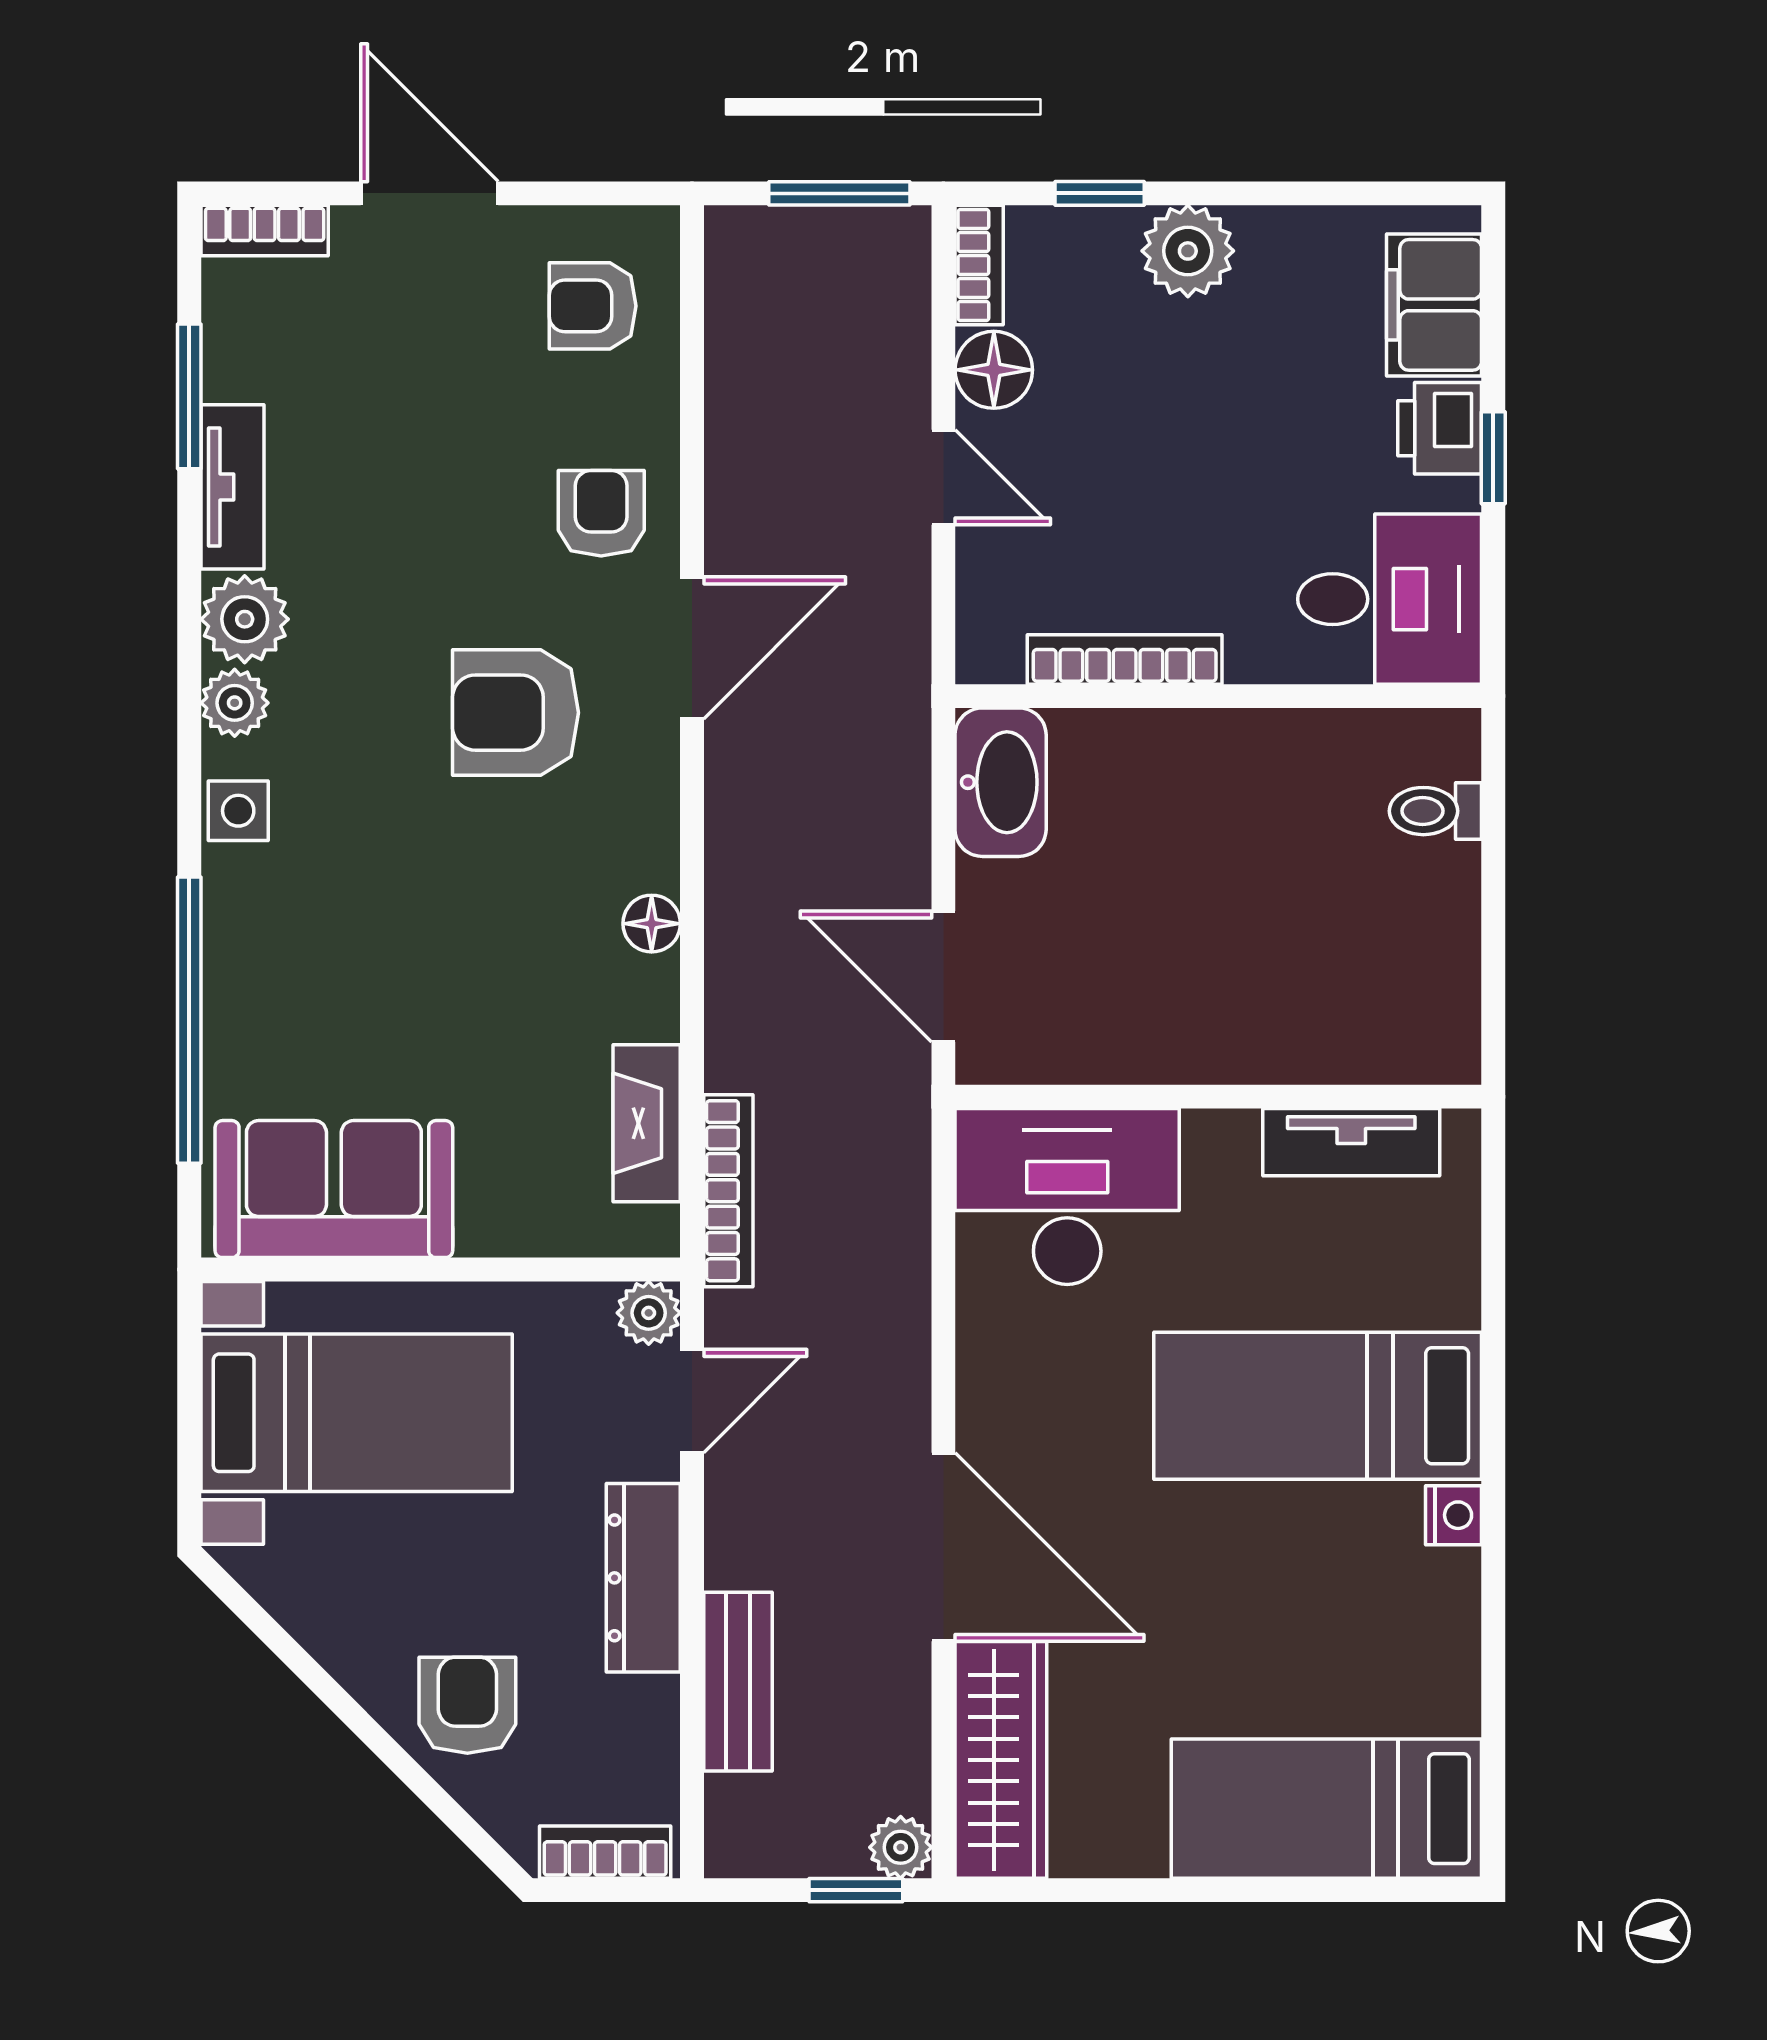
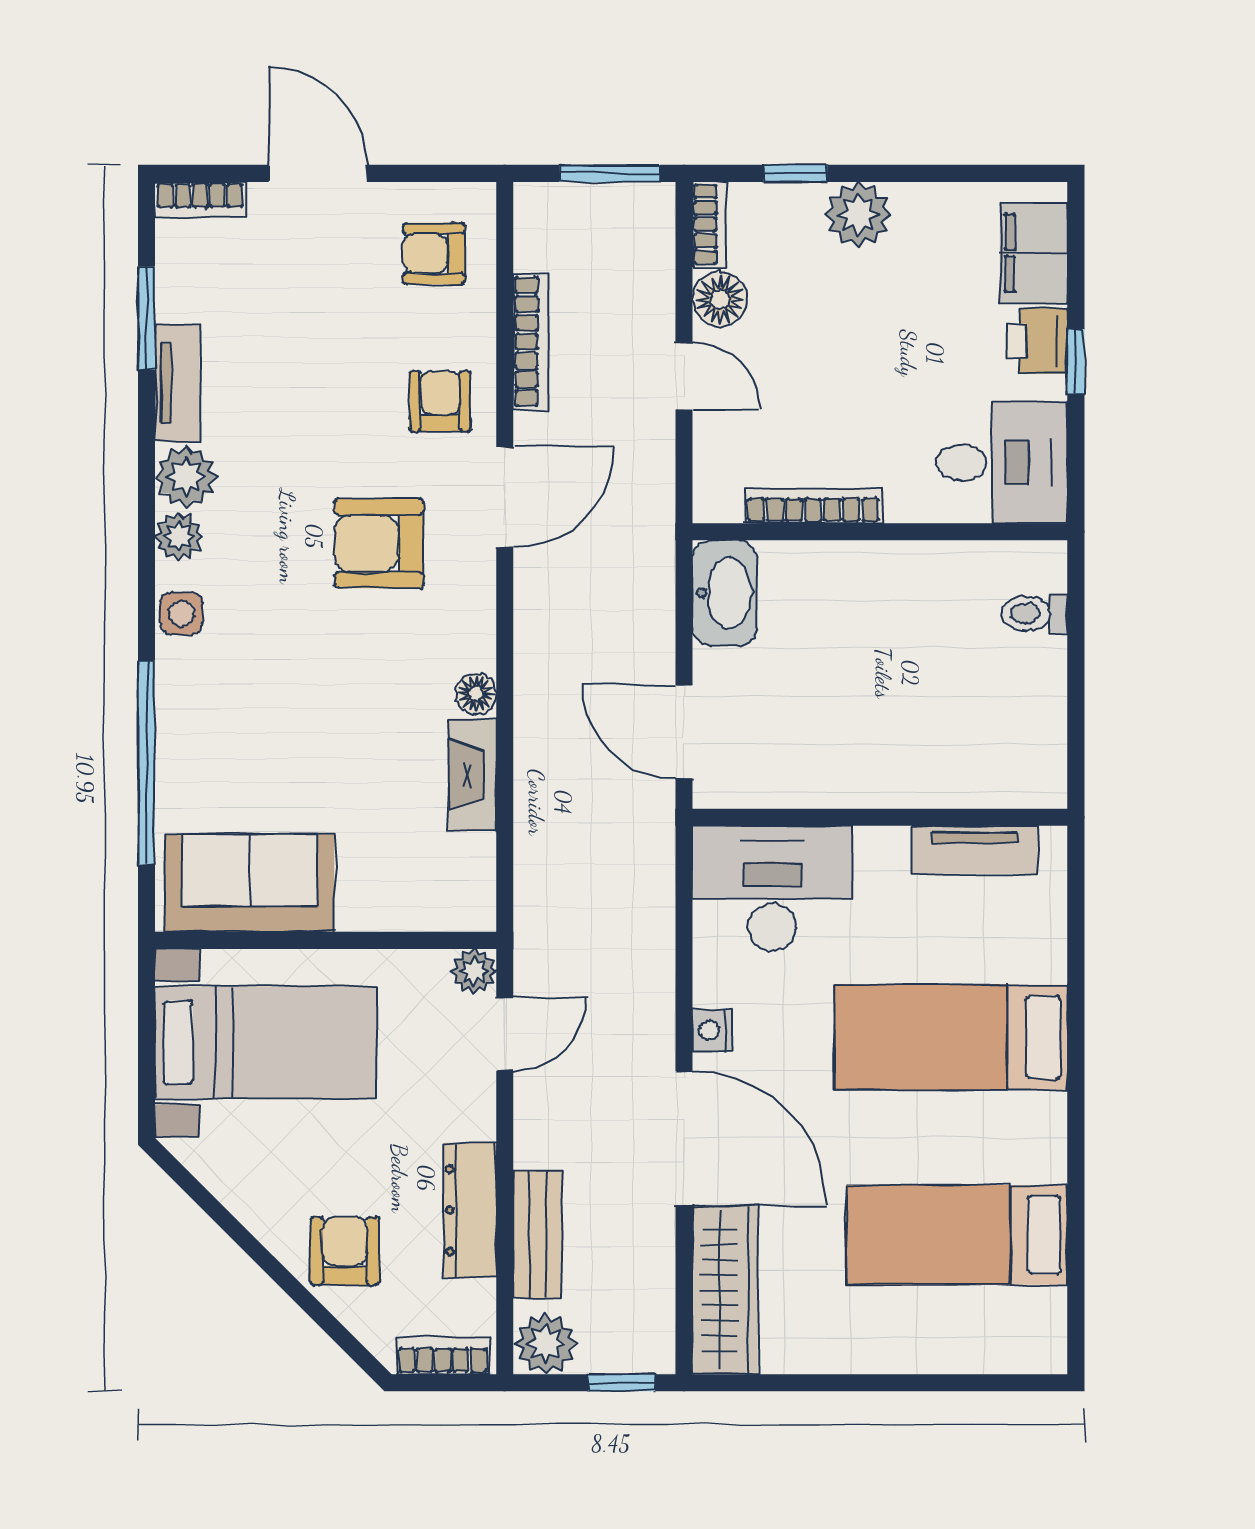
fireplace: (647, 1123) -> (473, 775), moved
bookcase: (728, 1191) -> (531, 342), moved
nightstand: (1454, 1515) -> (712, 1030), moved, turned 180
dresser: (643, 1578) -> (470, 1210), moved
bed: (1326, 1809) -> (957, 1235), moved
plant: (901, 1847) -> (546, 1344), moved, width x1.38, depth x1.38

